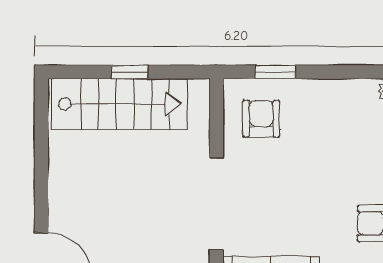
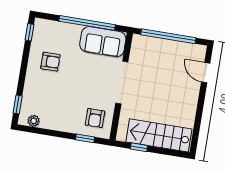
window: (130, 72) -> (139, 147), moved

